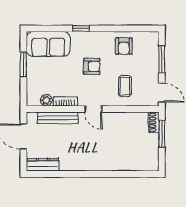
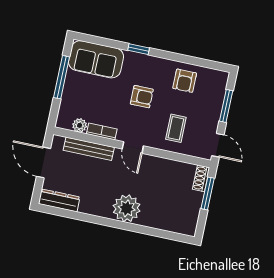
window: (23, 64) -> (62, 77), width x1.44
plant: (99, 159) -> (127, 208), added

